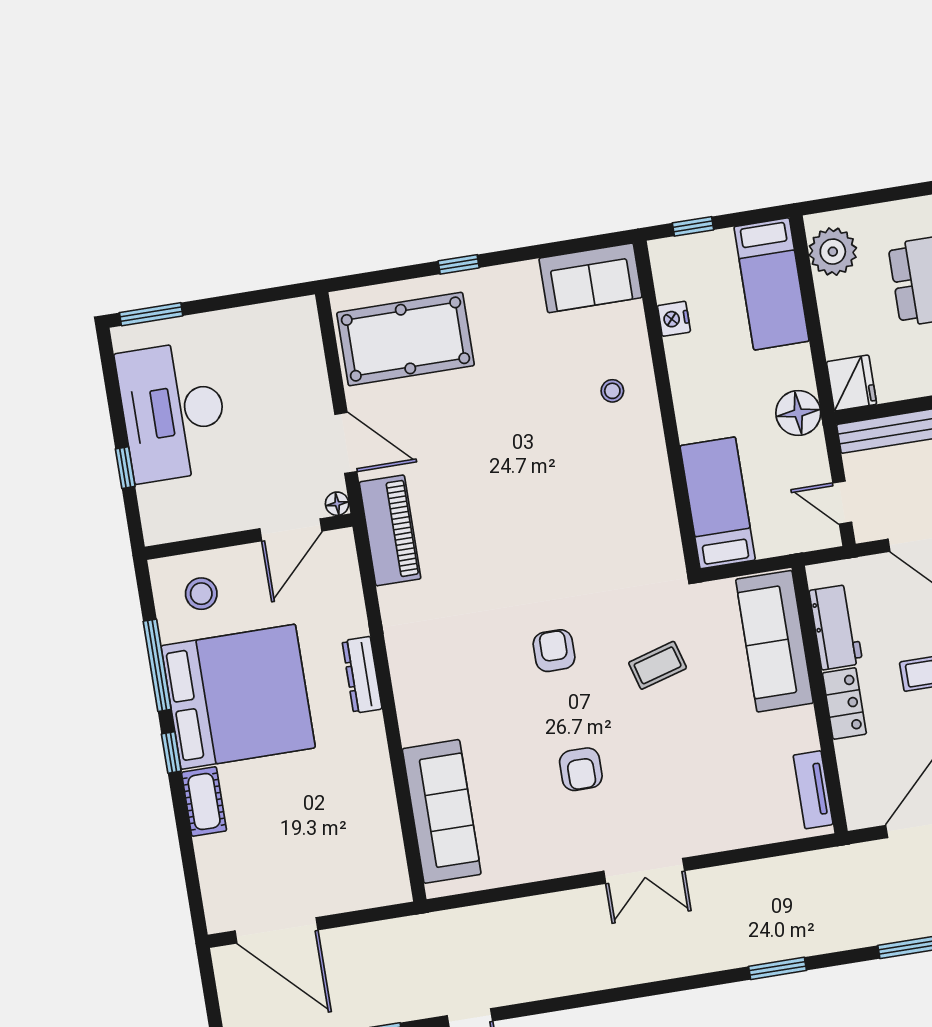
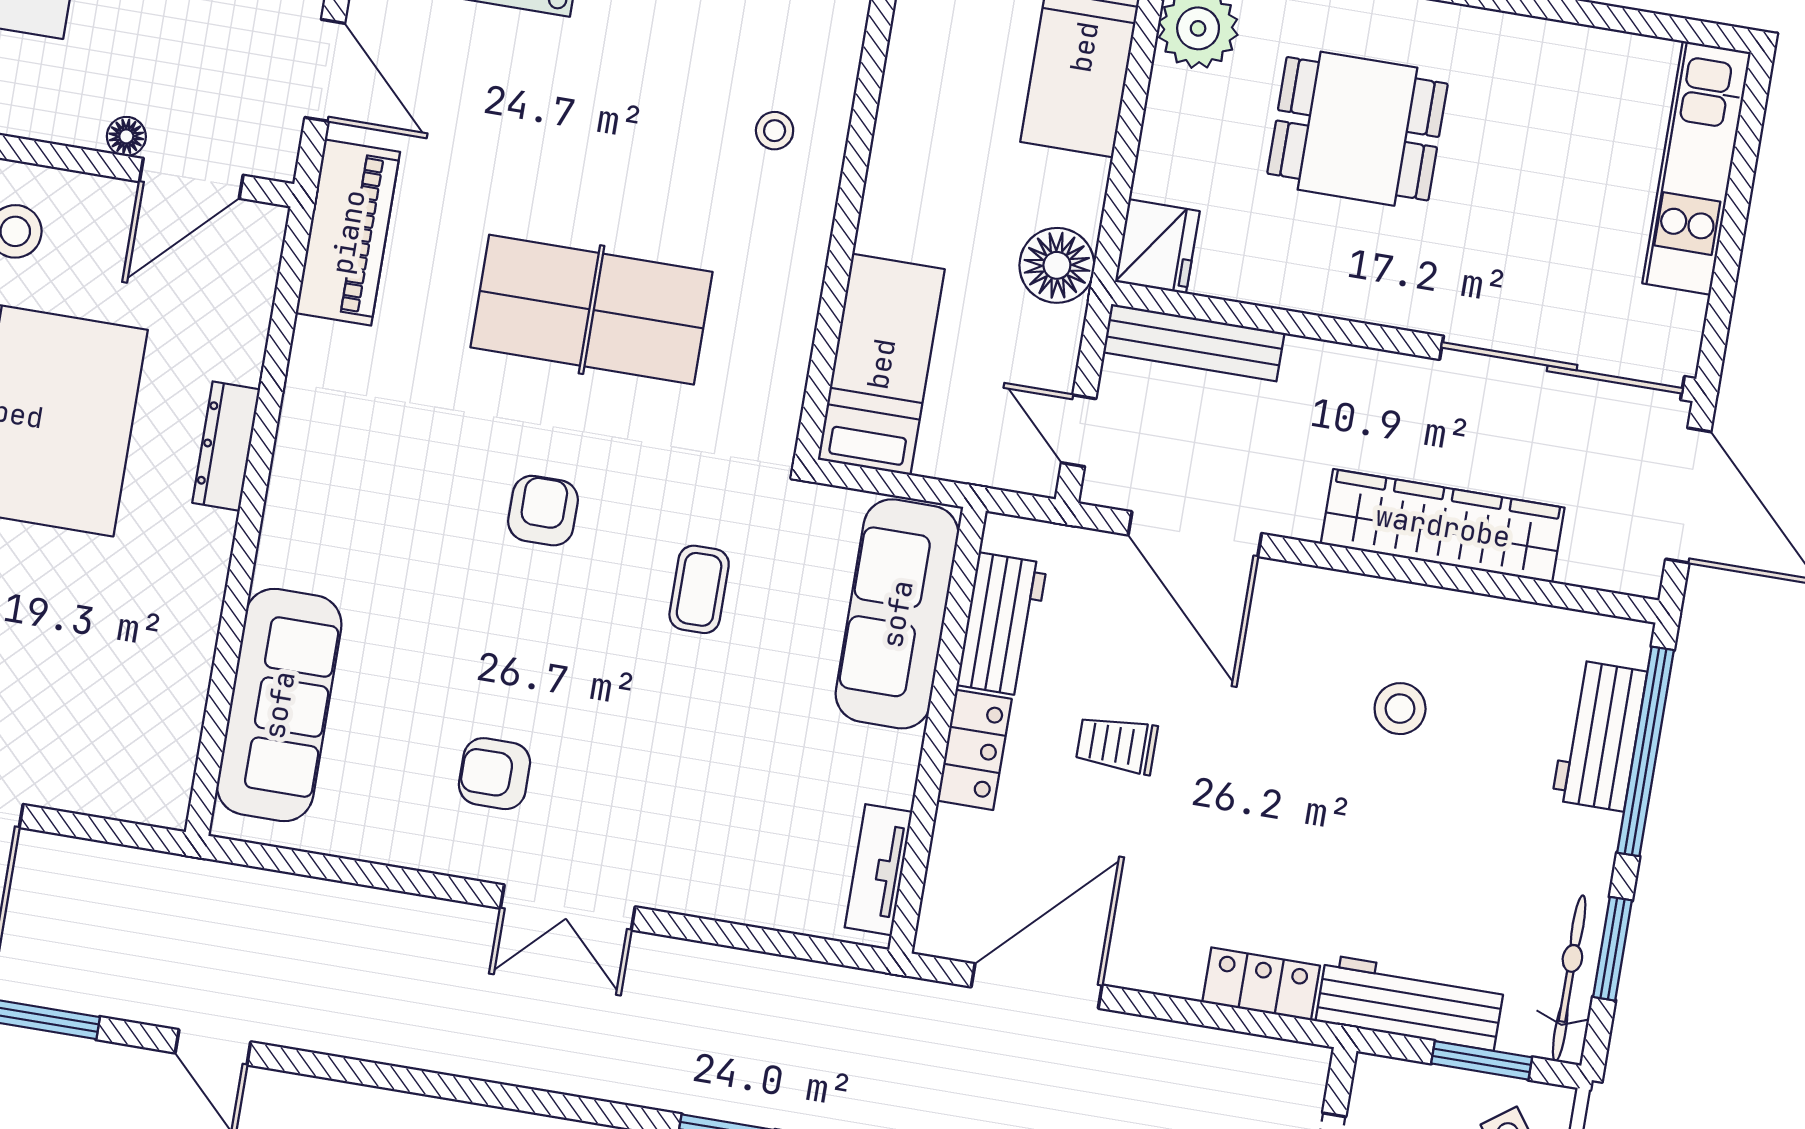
nightstand: (674, 319) -> (911, 50), removed
floor lamp: (337, 504) -> (126, 136), moved
table tennis table: (543, 527) -> (592, 310), added
coffee table: (658, 665) -> (699, 589), turned -74
armchair: (581, 769) -> (494, 774), moved, turned 90

